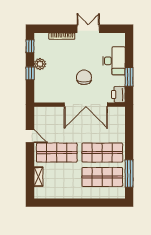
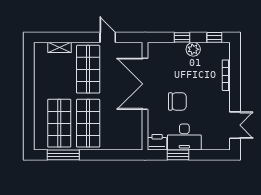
double door: (88, 29) -> (235, 125), moved
desk: (114, 61) -> (184, 137), moved
double door: (86, 105) -> (145, 84), moved
door: (30, 136) -> (108, 37), swing flipped

